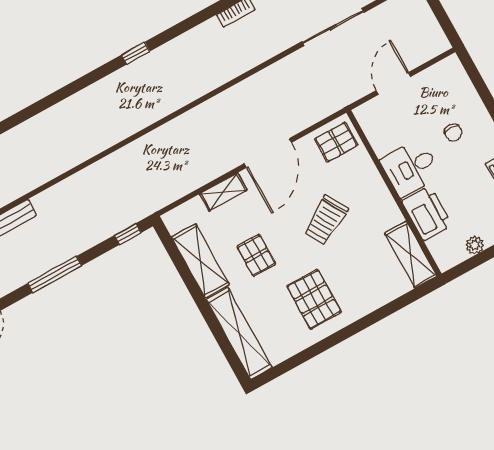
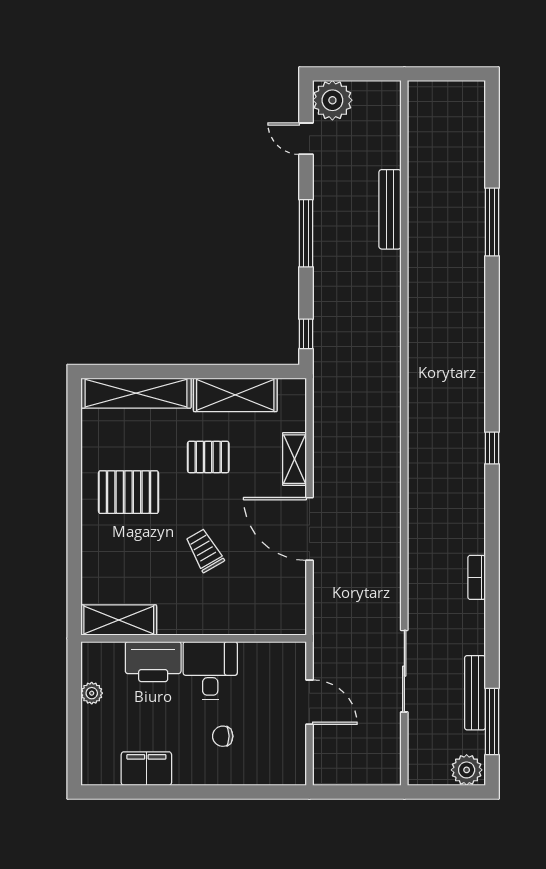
pallet: (336, 142) -> (281, 607), removed
trolley: (326, 220) -> (205, 551), width x0.73, depth x0.72

